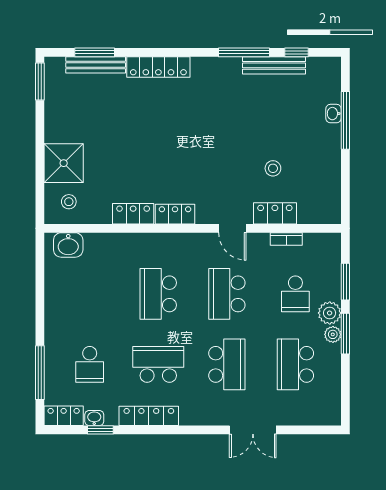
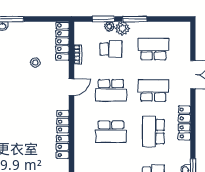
locker: (275, 213) -> (62, 41), moved, width x1.53
plant: (333, 334) -> (109, 27), moved
school desk: (295, 364) -> (153, 49), turned 180
locker: (149, 416) -> (184, 123), moved

